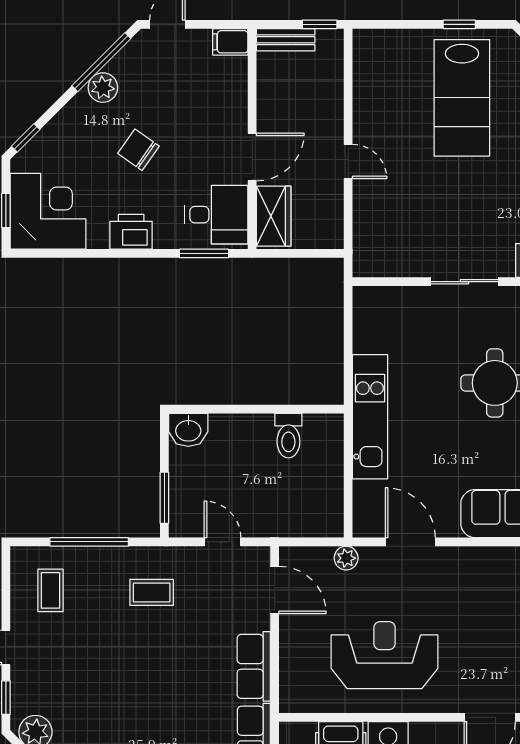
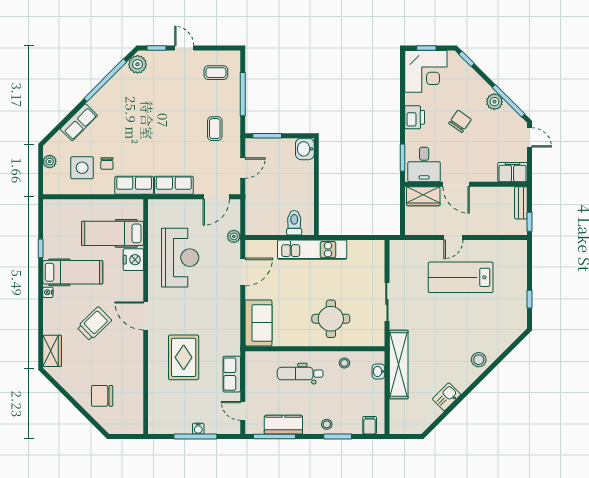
filing cabinet: (230, 42) -> (512, 172), width x2.00
lab bench: (462, 98) -> (461, 277), moved
toilet: (288, 436) -> (294, 223), moved, turned 90

